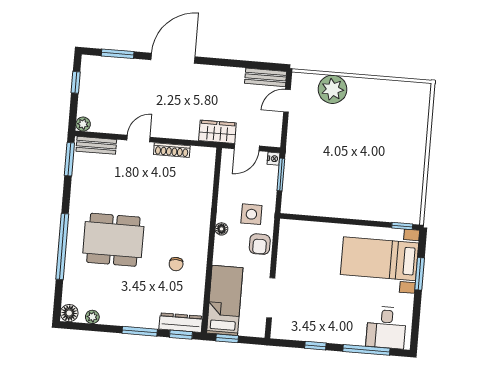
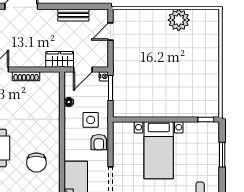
bench: (266, 77) -> (73, 15), moved
plant: (332, 89) -> (179, 20), moved
floor lamp: (221, 229) -> (69, 102), moved
bed with nightstands: (379, 259) -> (159, 150), moved, turned -90
chair: (176, 264) -> (36, 163), width x1.87, depth x1.87

